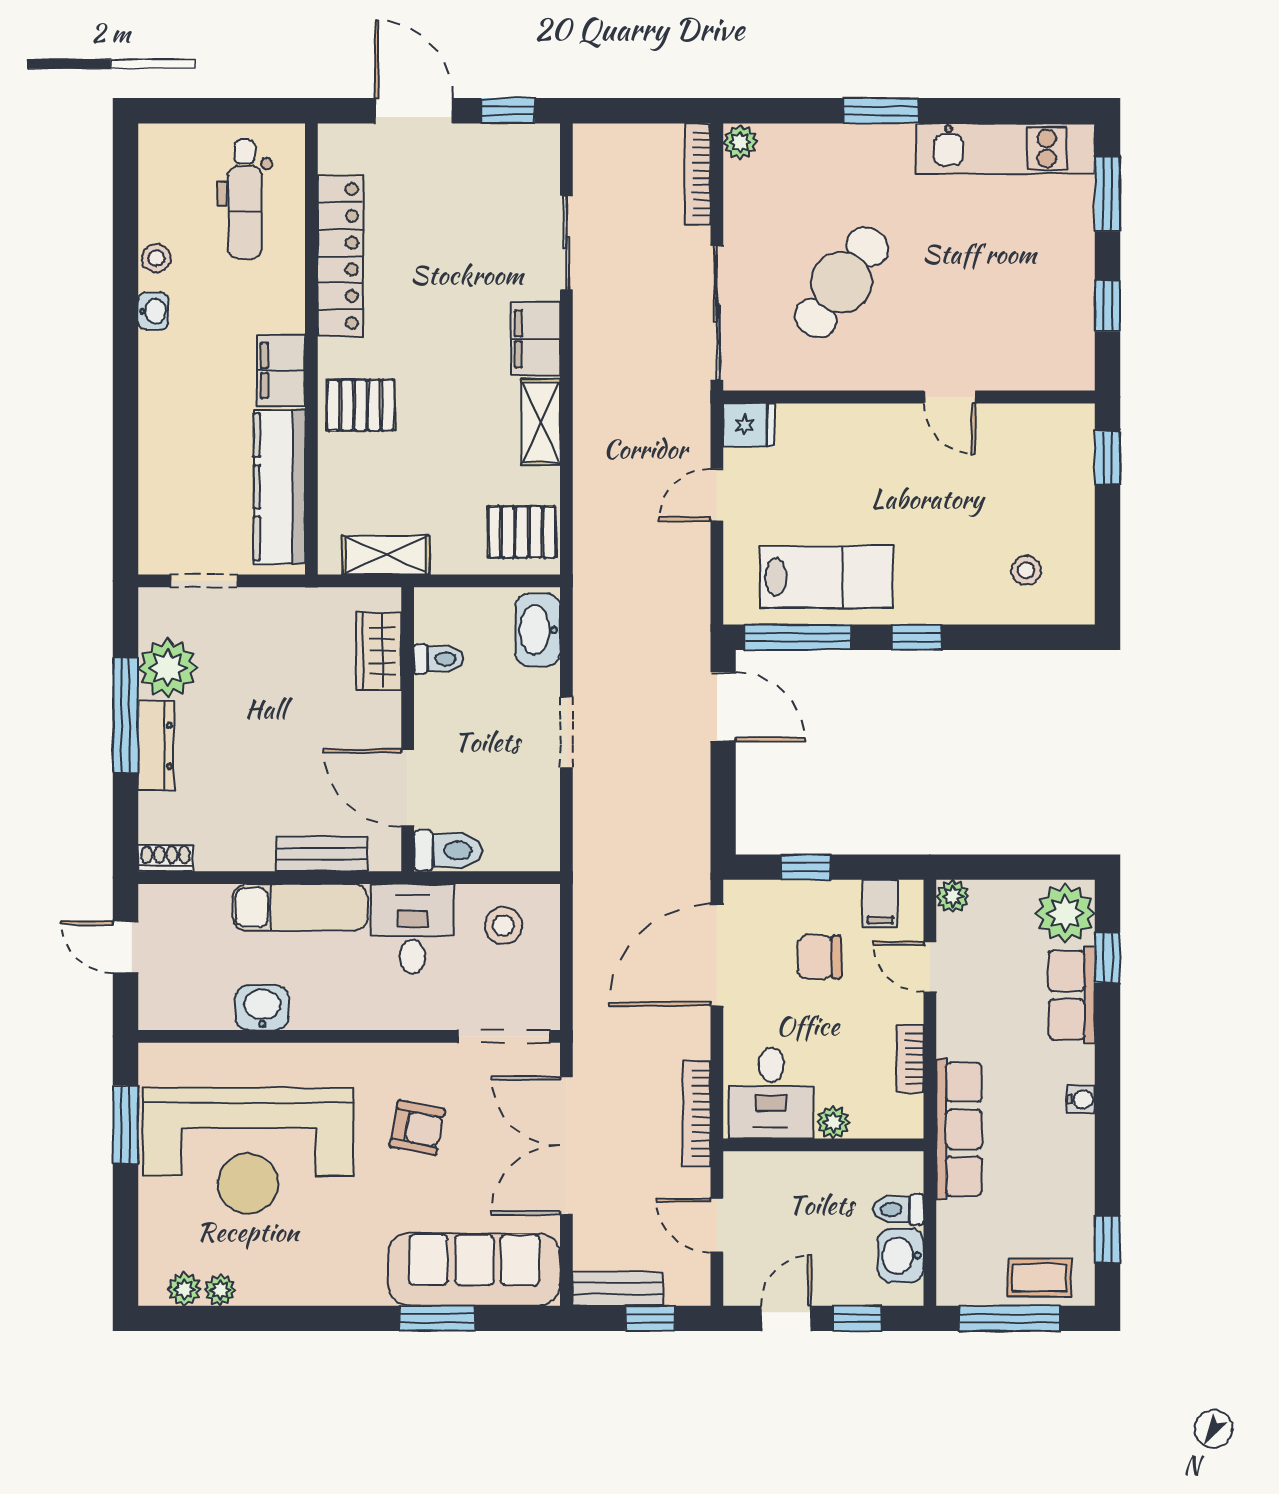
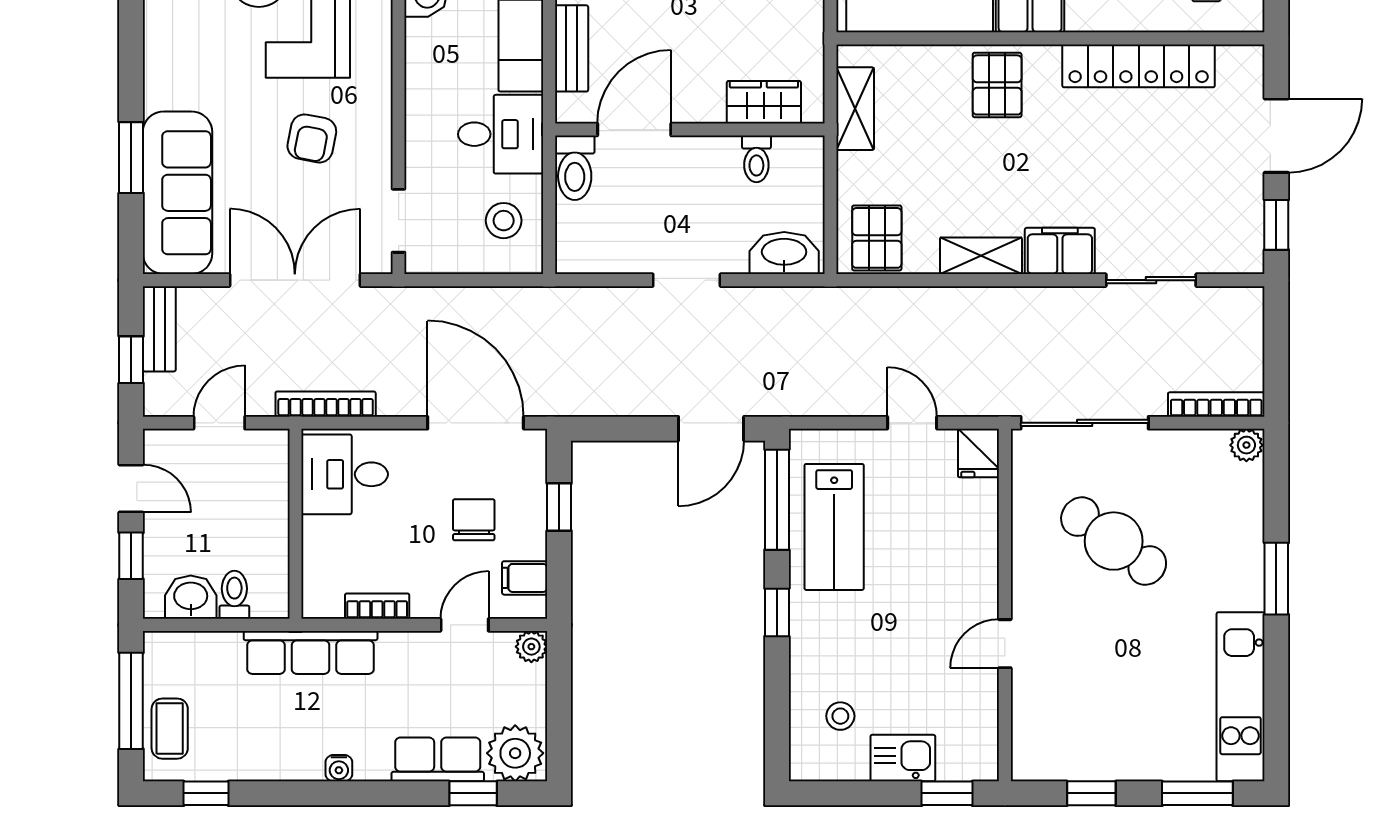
kitchen sink: (1070, 505) -> (903, 758), added
doorway: (504, 1036) -> (399, 221), width x0.73
plant: (833, 1122) -> (317, 533), removed

